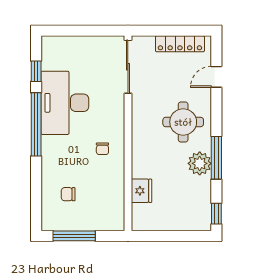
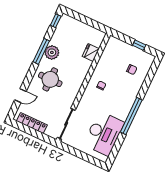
window: (36, 71) -> (118, 145), removed
desk: (65, 103) -> (104, 134), moved
window: (74, 236) -> (139, 45), width x0.46

